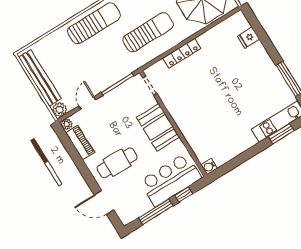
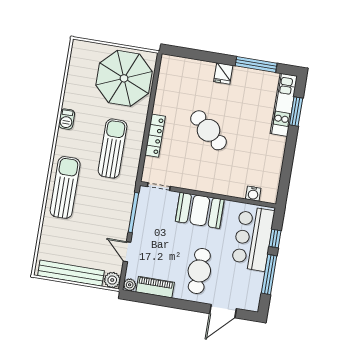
fridge: (249, 38) -> (223, 73), moved
cafe table: (217, 86) -> (209, 130), added
water cooler: (209, 167) -> (253, 194), moved

